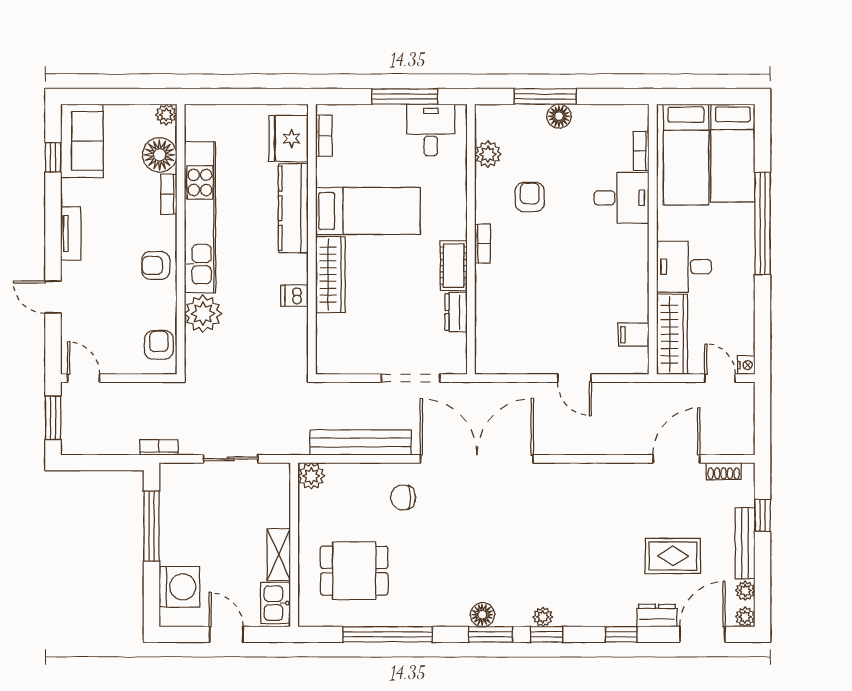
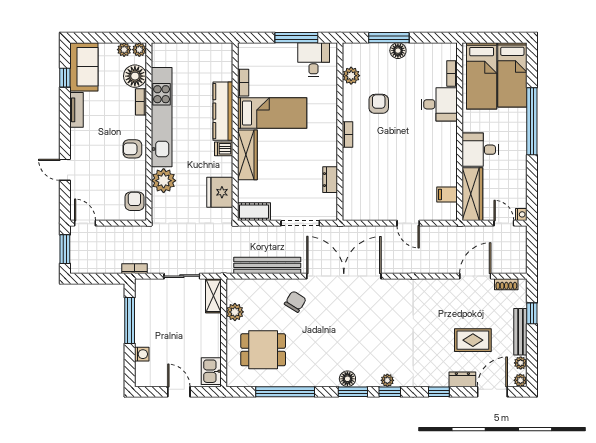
plant: (143, 115) -> (124, 50), added
bookcase: (324, 136) -> (243, 83), moved
fridge: (289, 139) -> (220, 192), moved
tv unit: (71, 234) -> (77, 110), moved
cot: (454, 266) -> (254, 212), moved, turned 90
dishwasher: (294, 296) -> (224, 149), moved
plant: (311, 476) -> (235, 312), moved
chair: (403, 497) -> (295, 302), turned 122
shelving: (279, 555) -> (213, 296), moved
washing machine: (179, 587) -> (142, 354), width x0.53, depth x0.53

